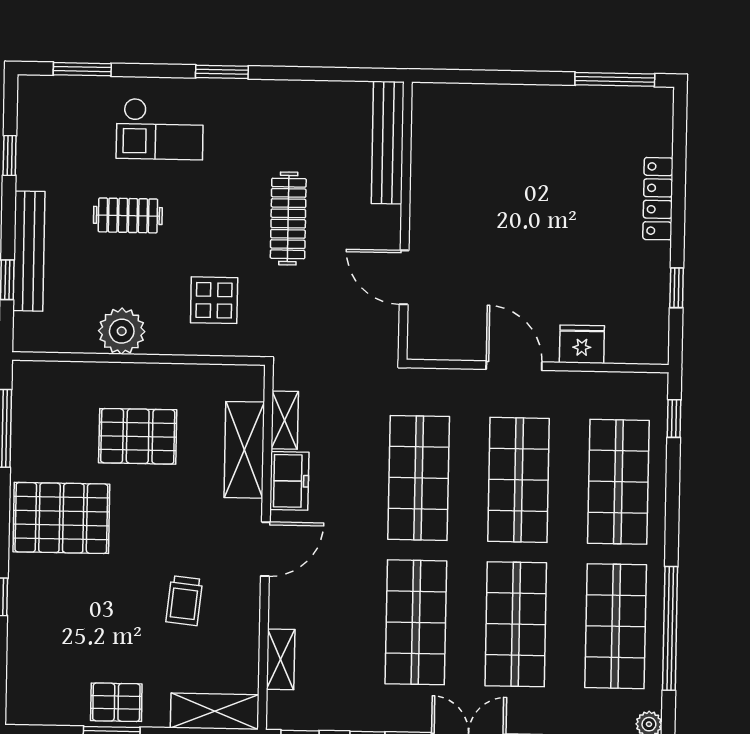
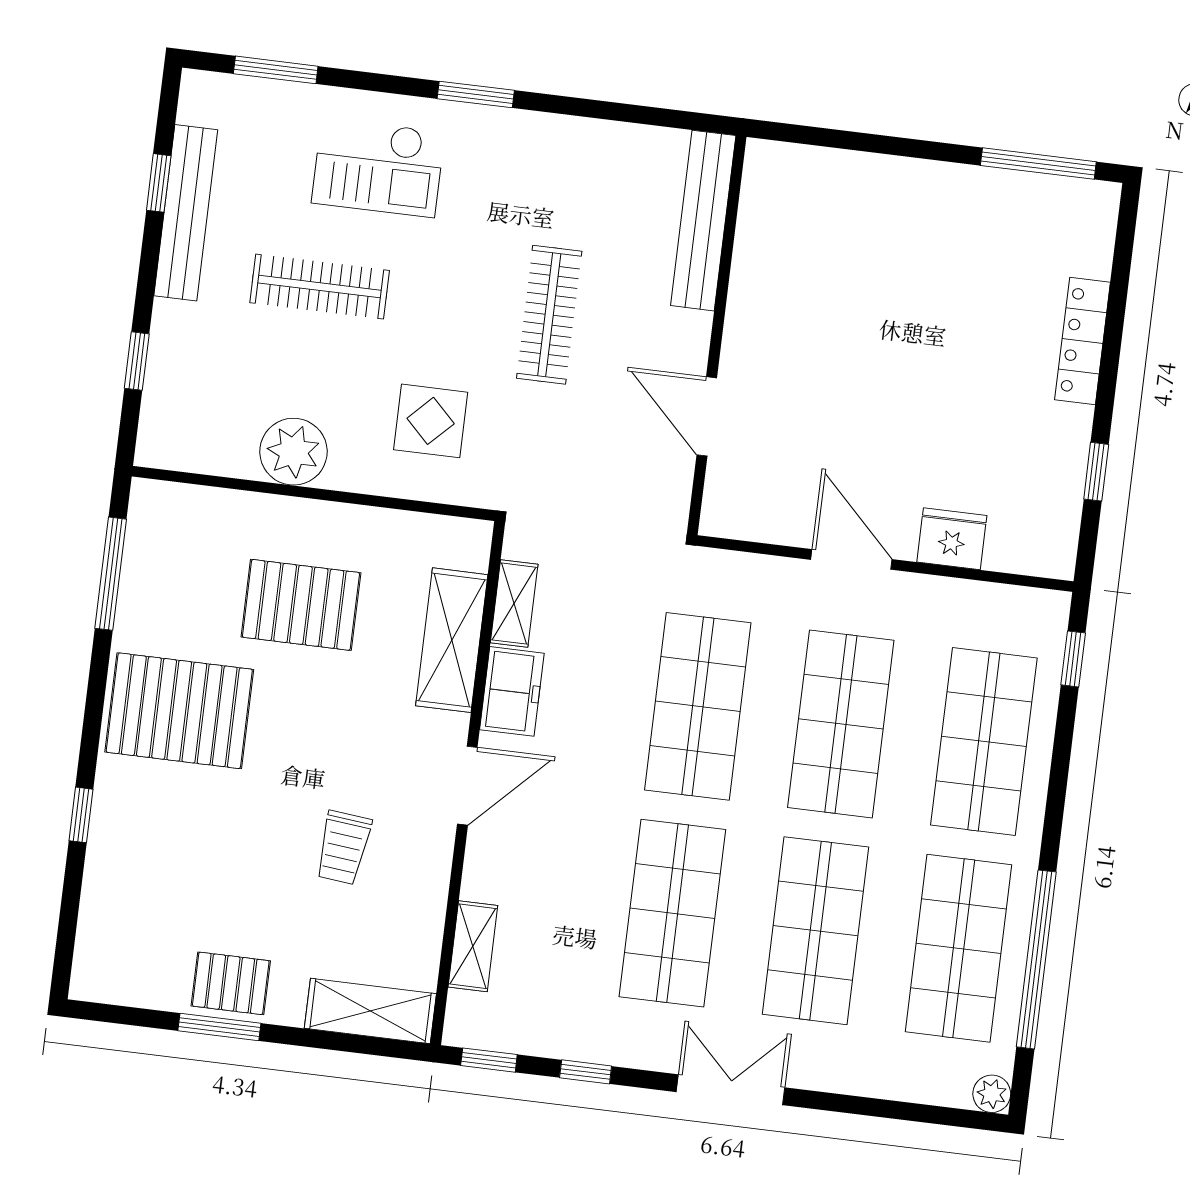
clothes rail: (128, 215) -> (320, 287), width x1.36
bench: (29, 251) -> (186, 213), moved

